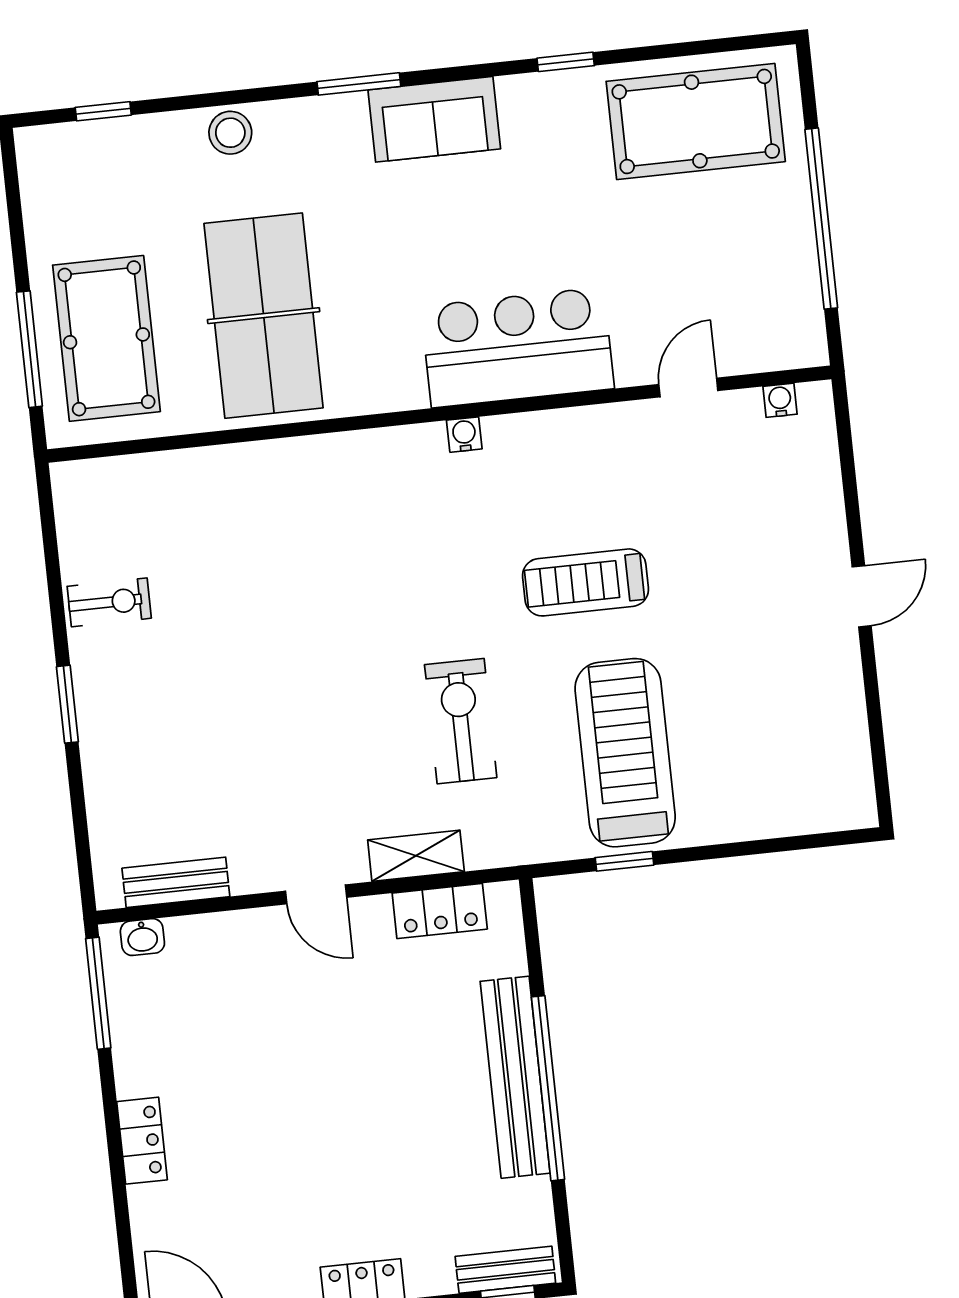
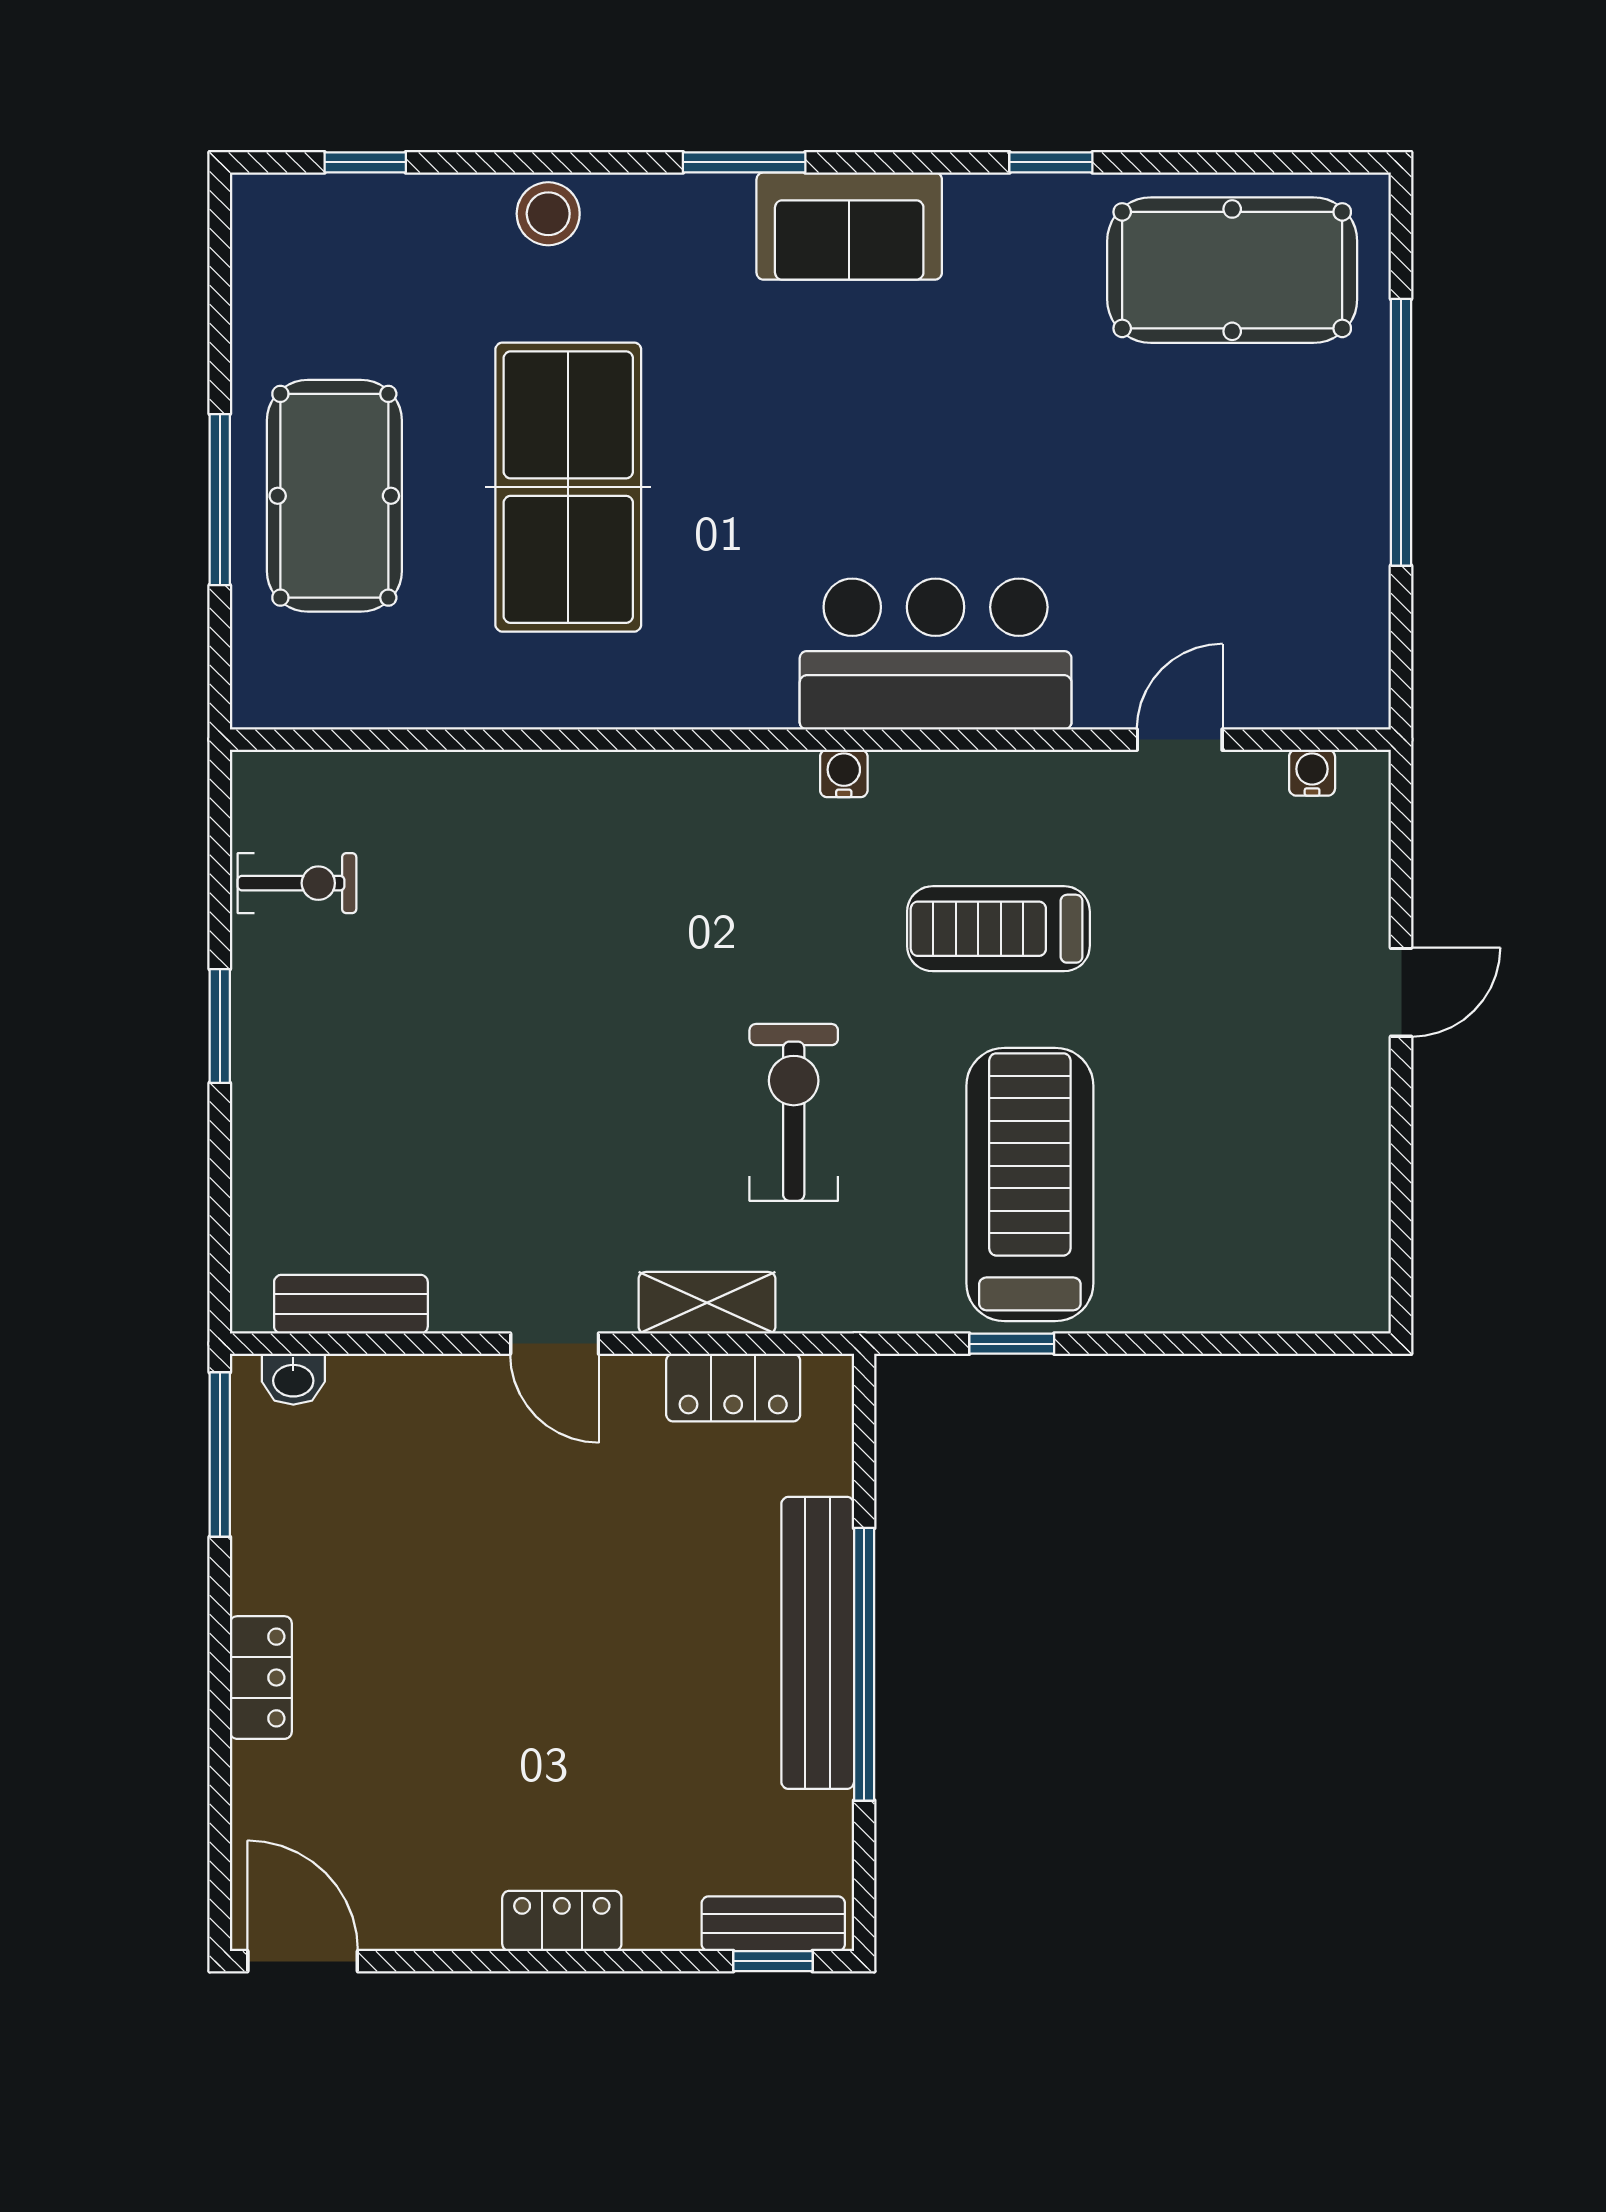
bar counter: (518, 347) -> (936, 654), moved
door: (688, 388) -> (1180, 740), moved
water cooler: (780, 400) -> (1312, 773), moved
wall: (439, 414) -> (810, 740), moved
water cooler: (464, 435) -> (844, 773), moved

